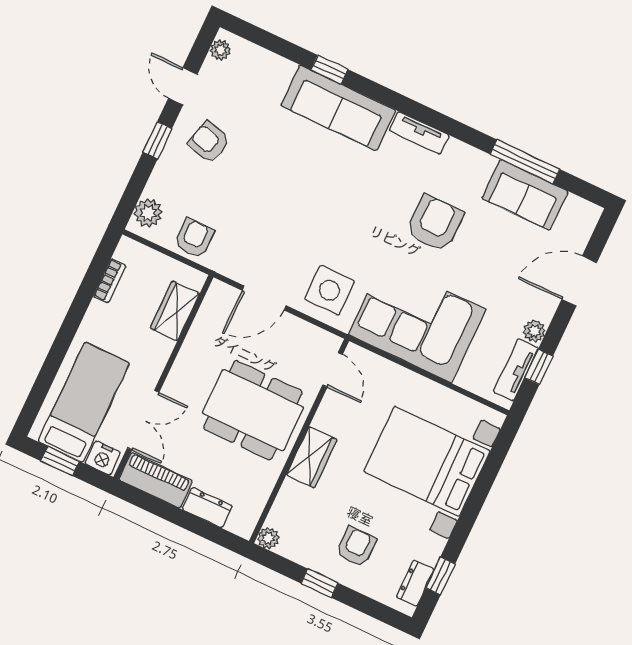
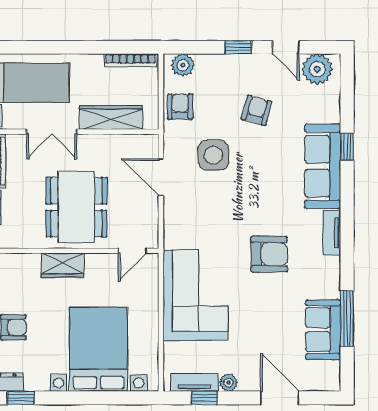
plant: (220, 50) -> (317, 69), width x1.88, depth x1.88
door: (183, 86) -> (286, 47), swing flipped
armchair: (209, 142) -> (257, 110), moved
armchair: (435, 223) -> (269, 254), moved
armchair: (194, 238) -> (180, 107), turned -90
bookcase: (110, 281) -> (130, 60), width x1.56
side table: (330, 290) -> (213, 155), moved
wardrobe: (175, 311) -> (111, 117), width x1.50
double door: (143, 420) -> (52, 132), moved

